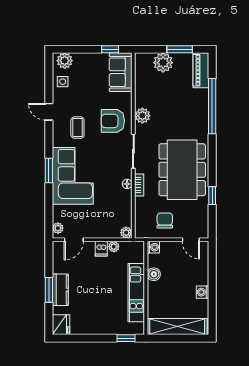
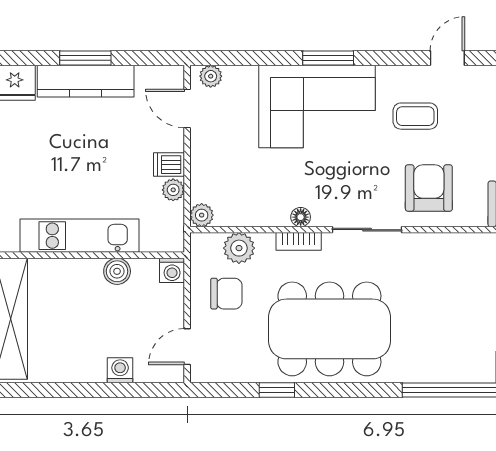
plant: (142, 116) -> (239, 248), moved
kitchen counter: (60, 290) -> (86, 81), width x1.50
washing machine: (202, 292) -> (120, 370), moved

